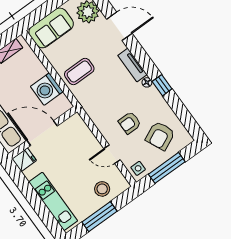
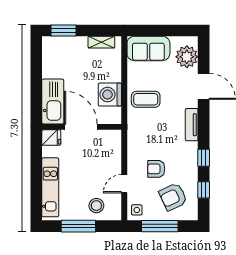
floor lamp: (147, 82) -> (193, 147), removed
window: (181, 112) -> (204, 190), added
door: (112, 154) -> (124, 184), hinge flipped

